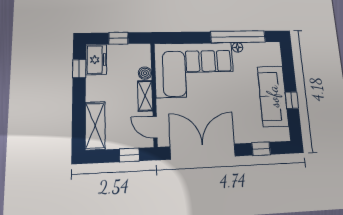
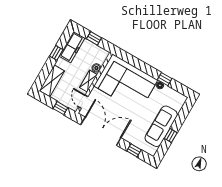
window: (238, 37) -> (165, 79), width x0.32
freezer: (96, 60) -> (72, 47), width x1.40
window: (79, 69) -> (56, 53), moved

